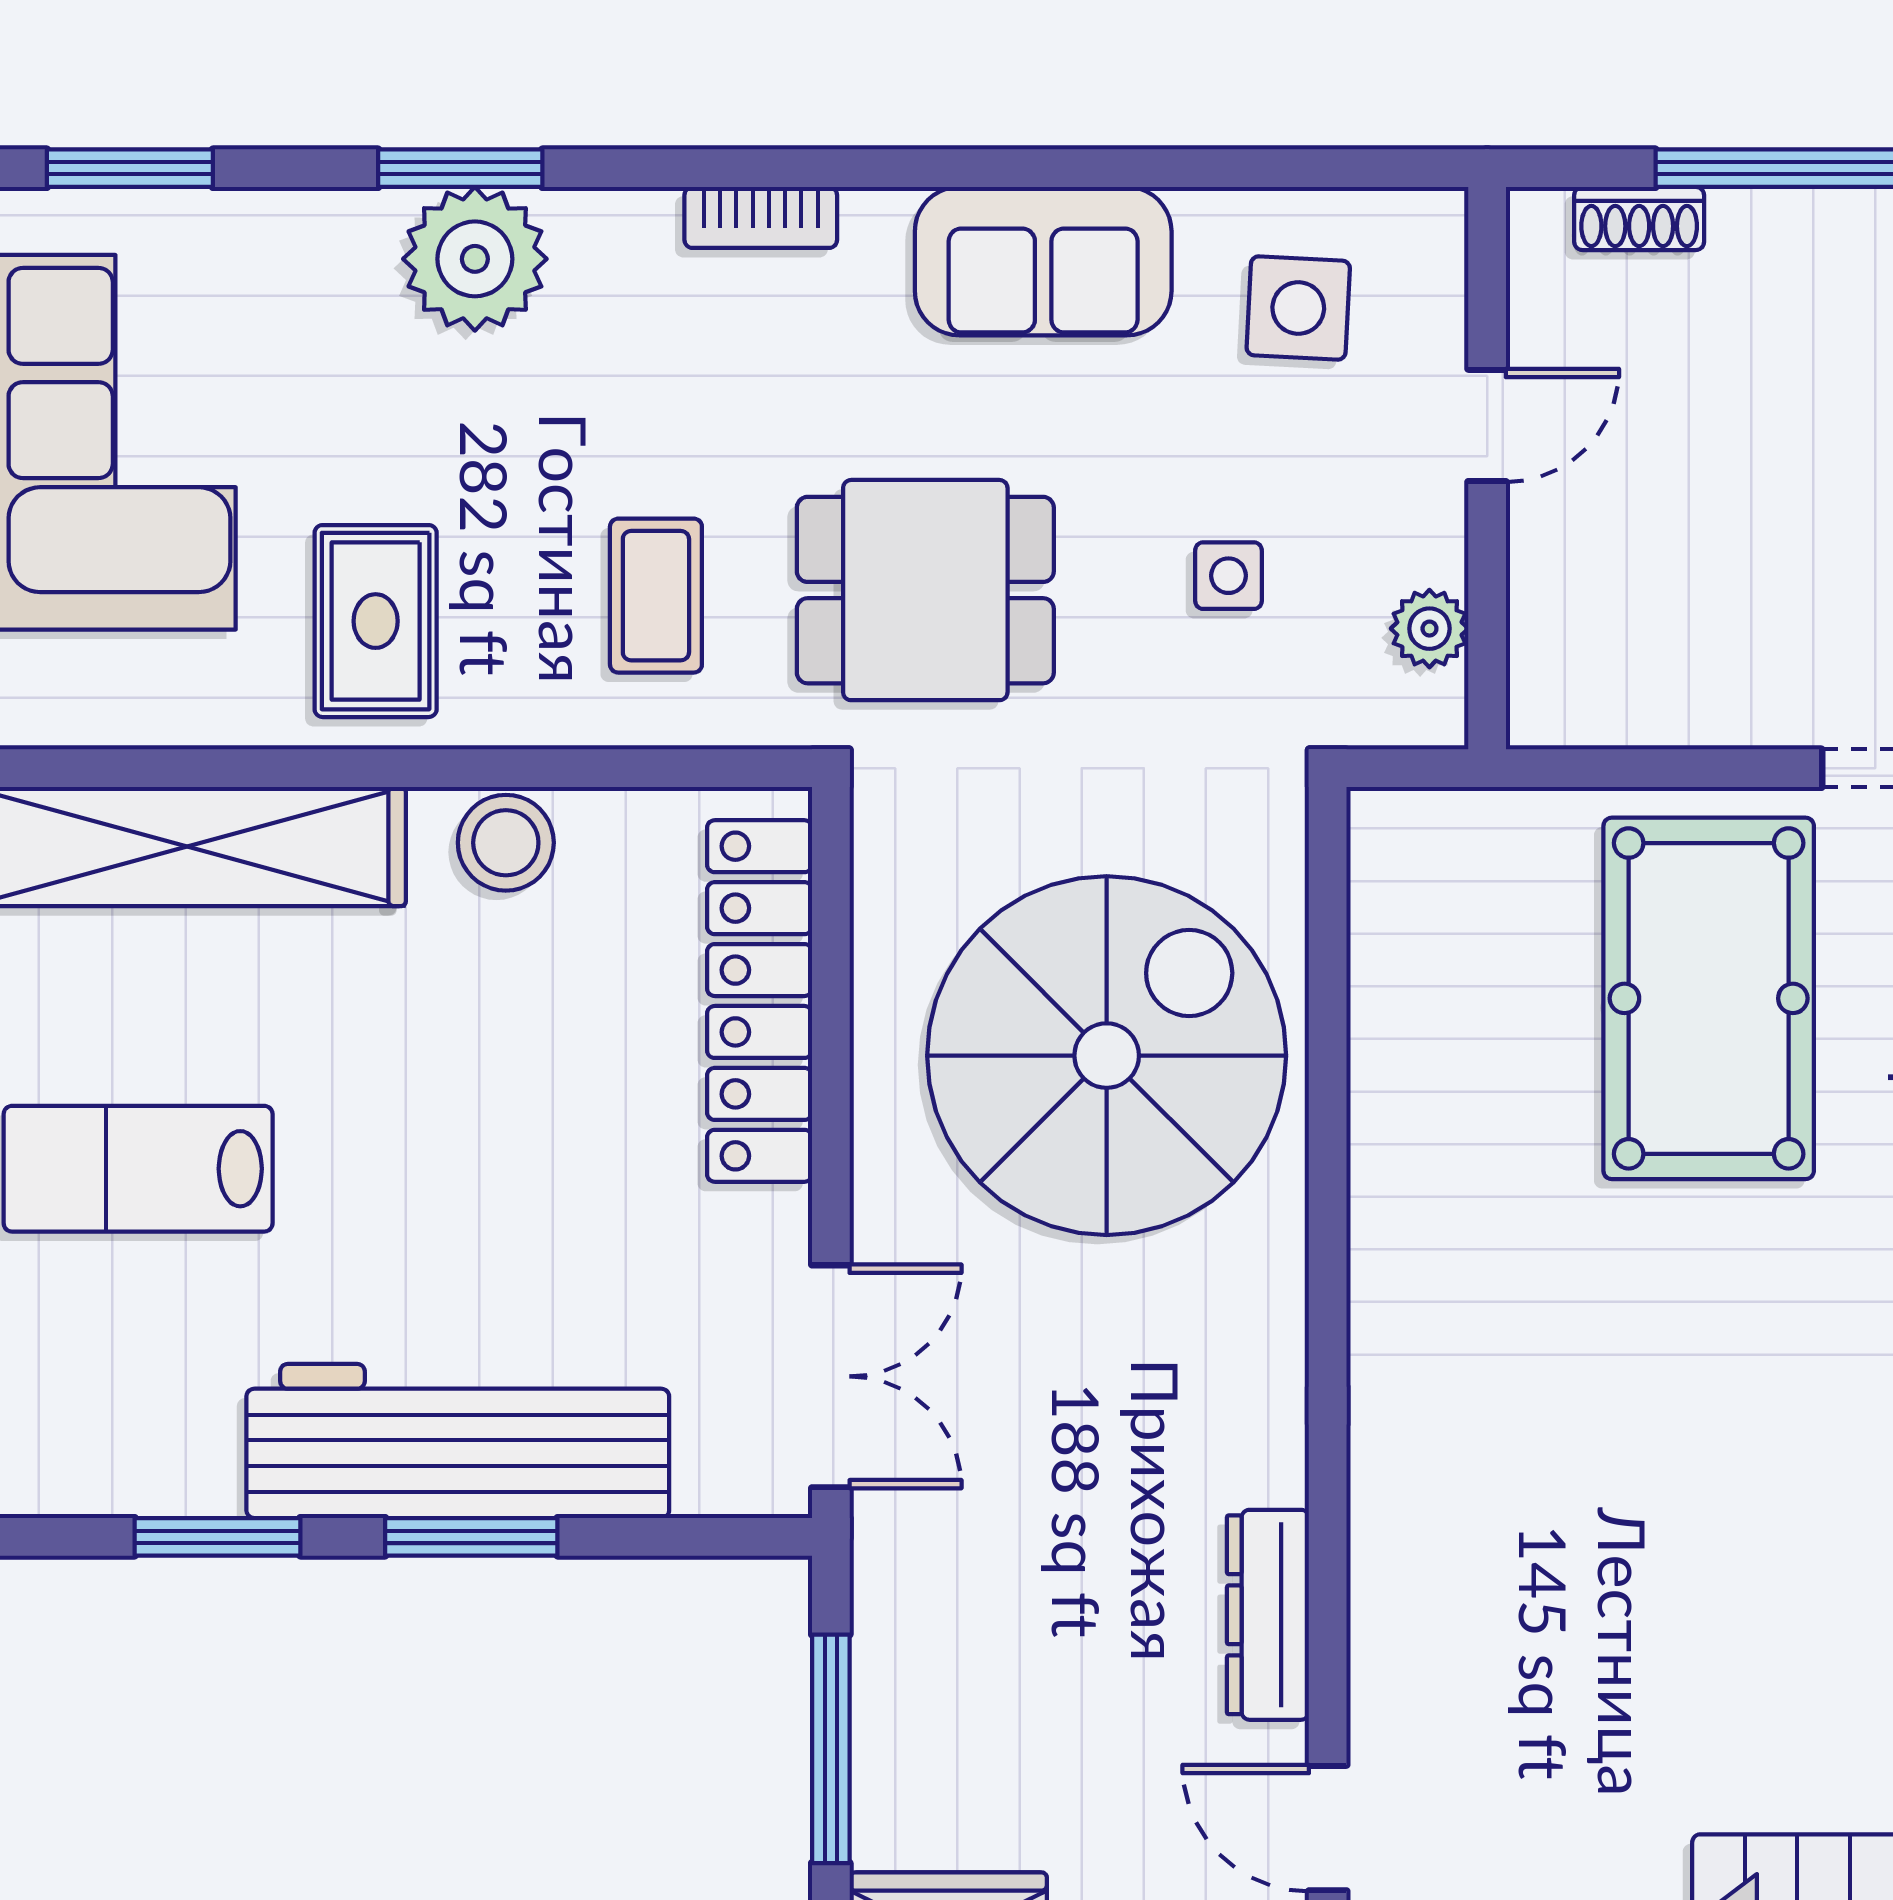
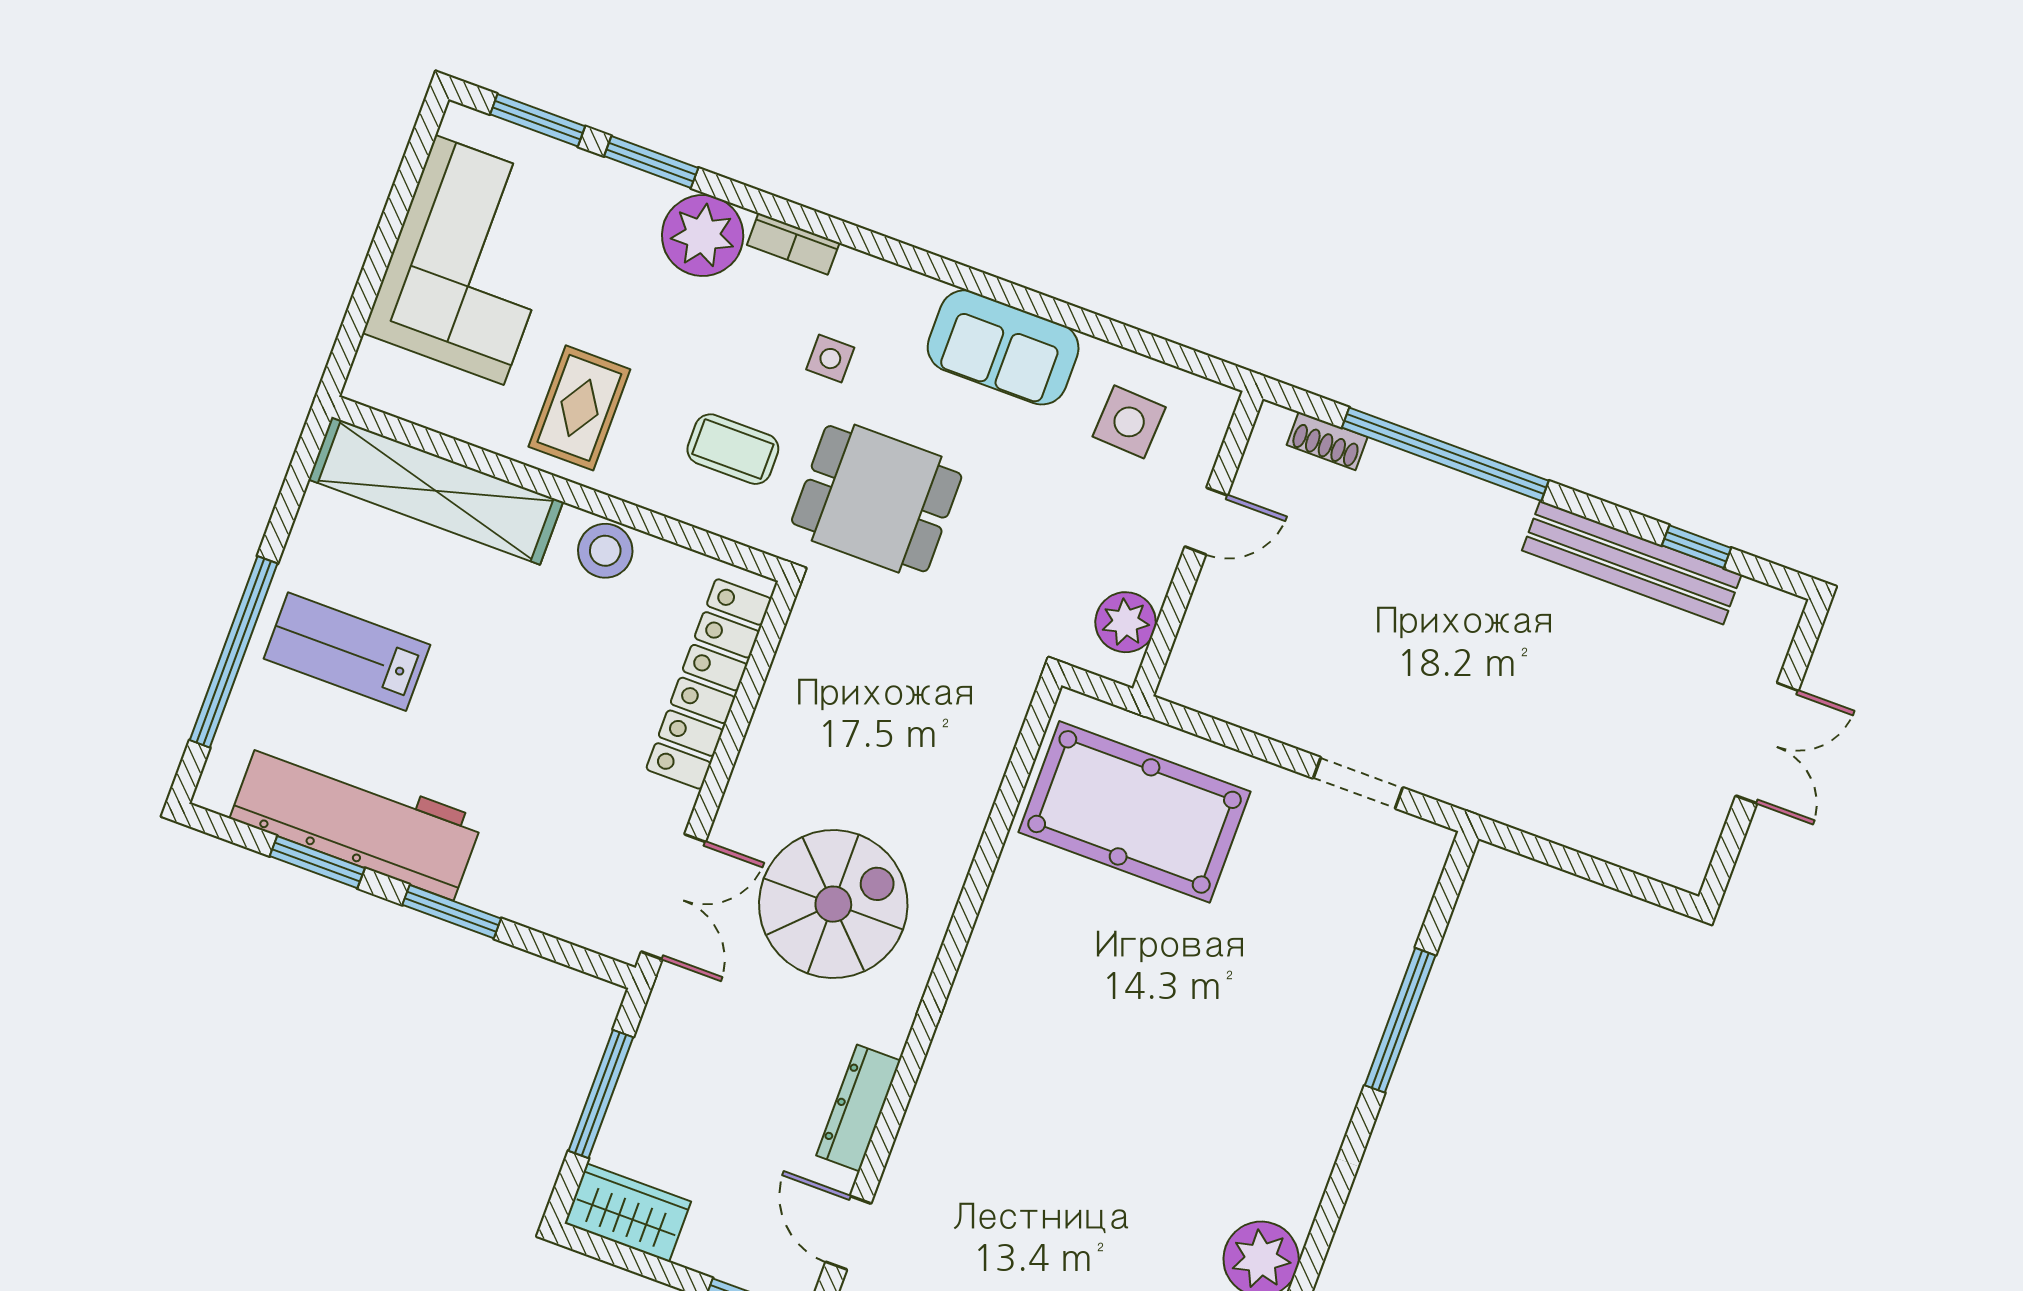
window: (460, 168) -> (651, 162), moved
bookcase: (761, 217) -> (793, 244), moved
side table: (1228, 576) -> (830, 359), moved
coffee table: (656, 596) -> (733, 449), turned 90
plant: (1429, 629) -> (1126, 622), width x1.38, depth x1.38
pool table: (1709, 998) -> (1135, 812), moved, turned 90
spiral stairs: (1107, 1056) -> (833, 904), moved, width x0.73, depth x0.73
workbench: (458, 1441) -> (356, 819), moved

